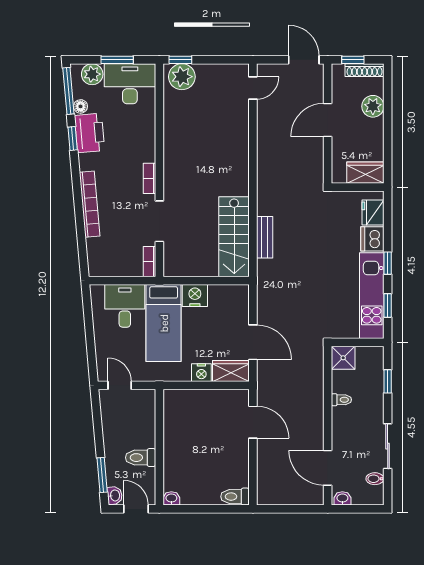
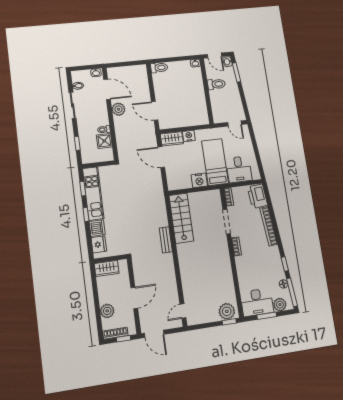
printer: (90, 133) -> (257, 196), moved
bench: (265, 237) -> (166, 240), moved
shower: (343, 358) -> (104, 141), moved
plant: (313, 431) -> (119, 109), added

